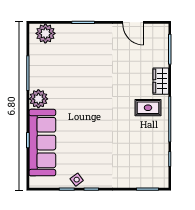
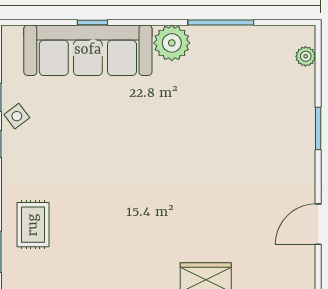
plant: (45, 33) -> (306, 56), width x0.53, depth x0.53
rug: (148, 108) -> (33, 225), moved

